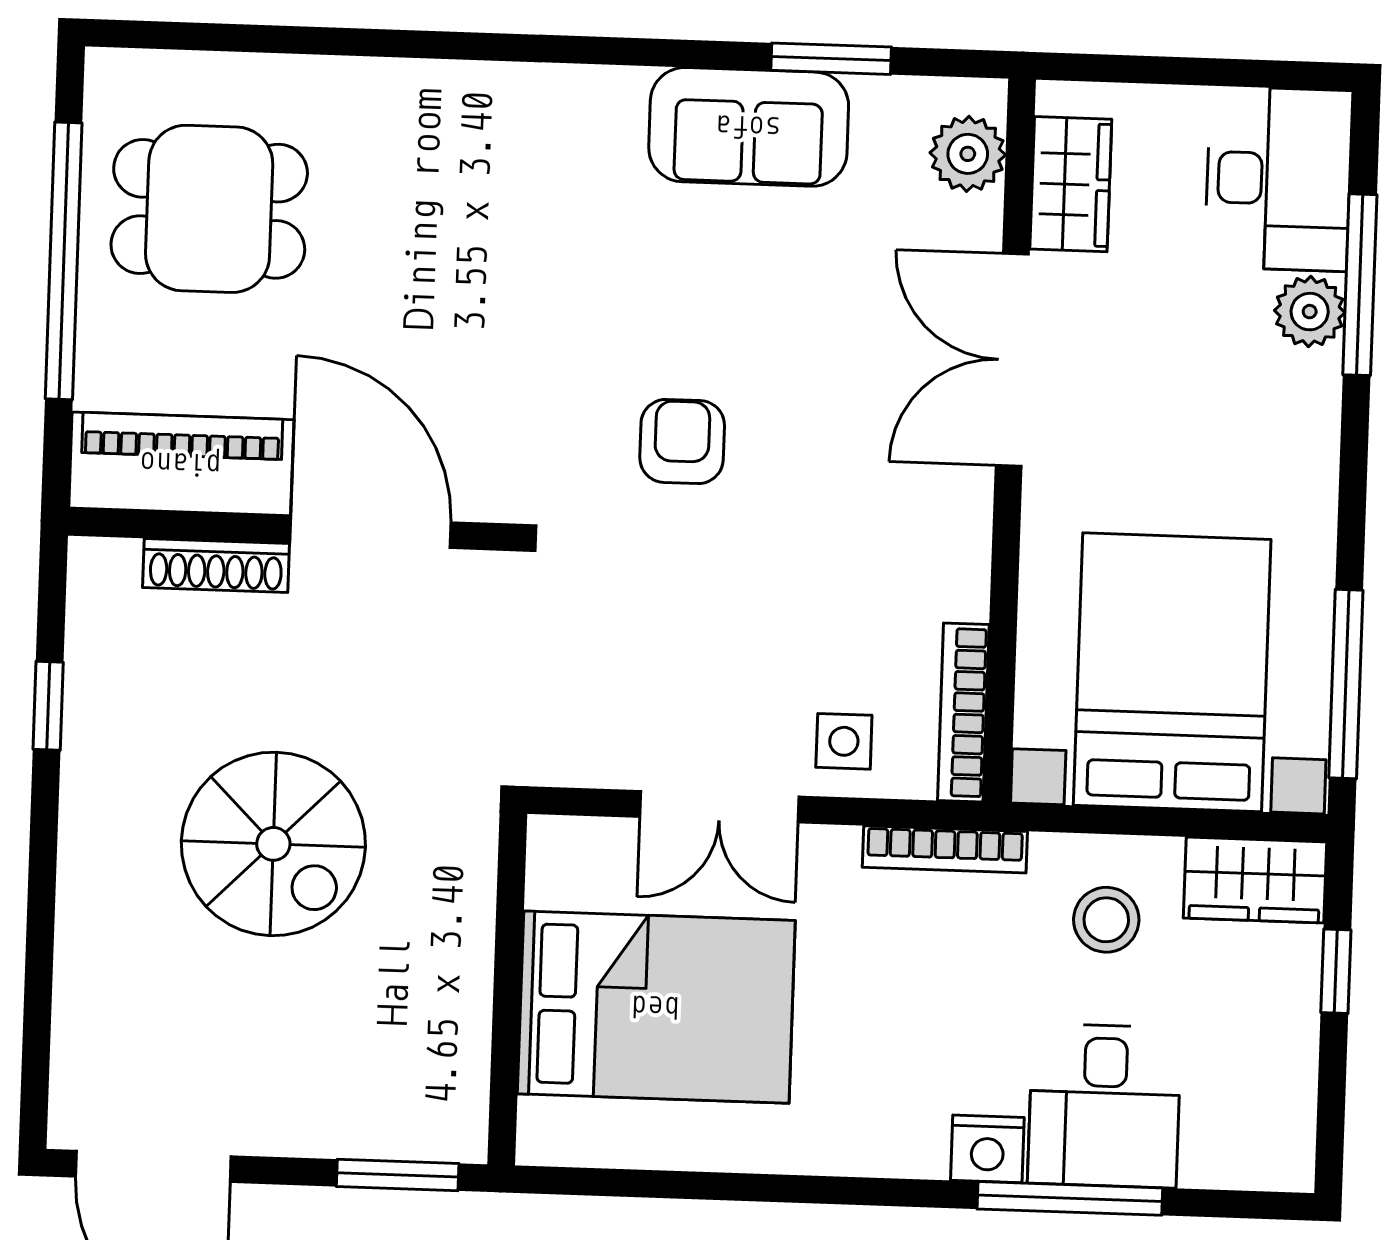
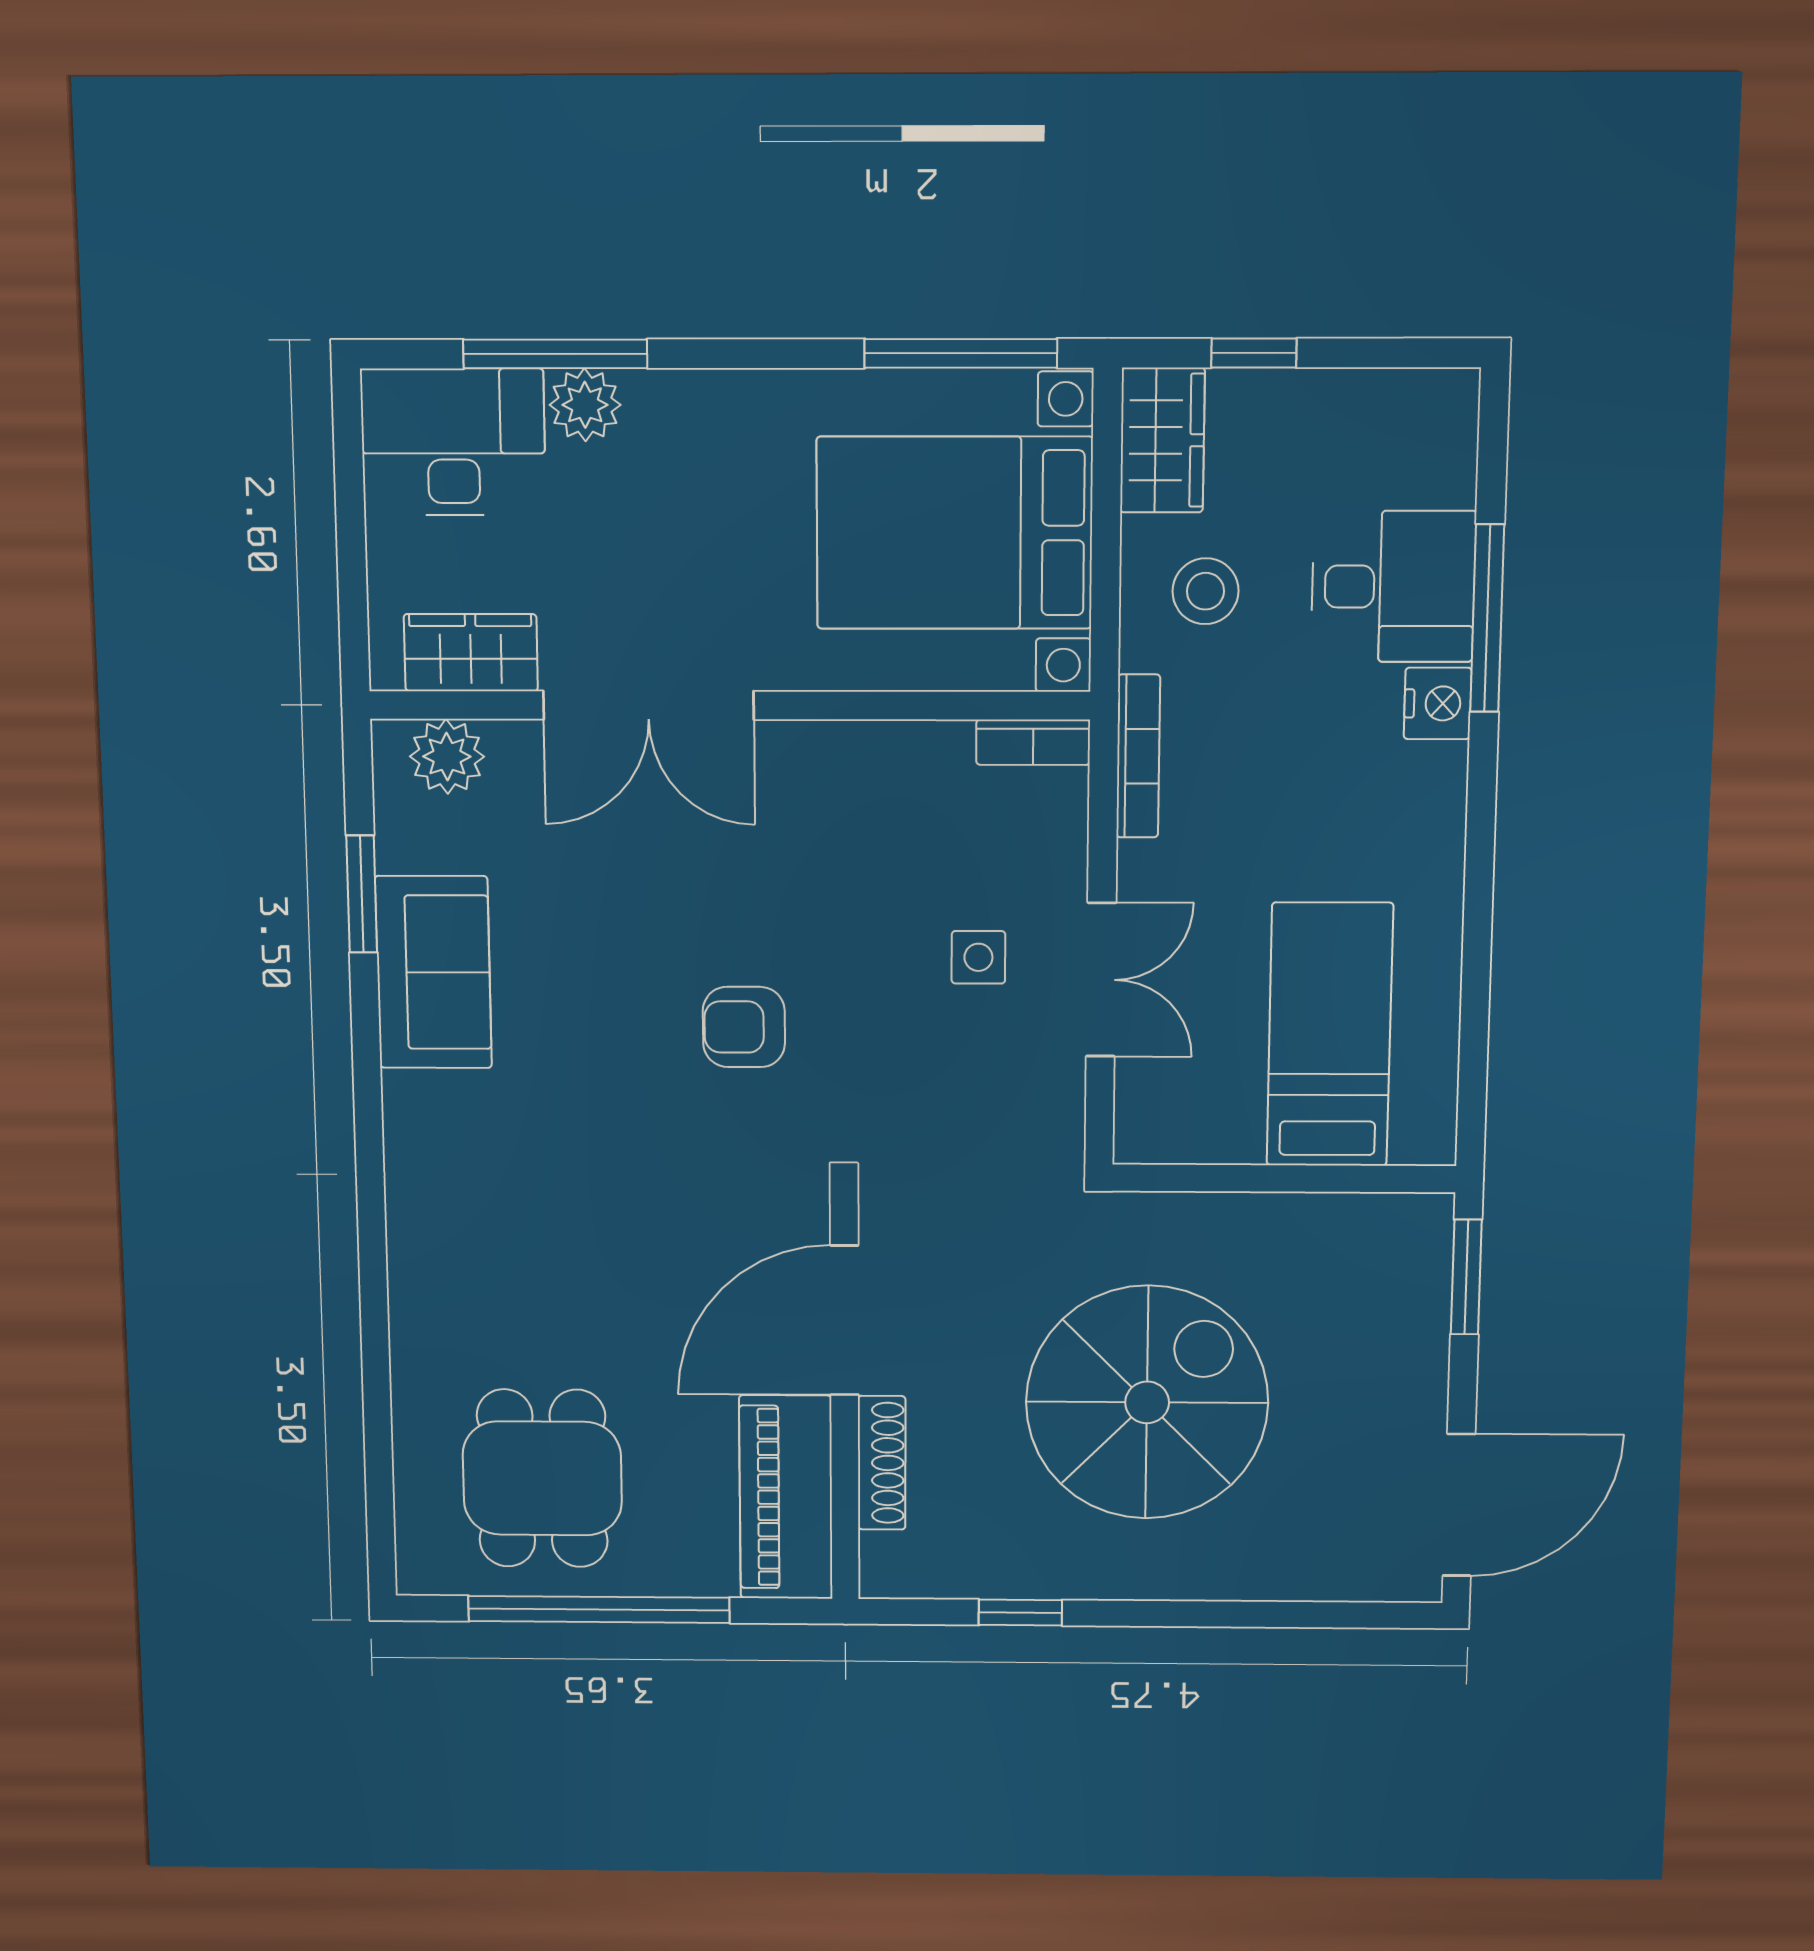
bookcase: (963, 713) -> (1033, 742), width x0.64
side table: (844, 741) -> (978, 957), moved
spiral stairs: (273, 844) -> (1147, 1402), width x1.37, depth x1.37
bed: (656, 1007) -> (1330, 1035), width x0.67

